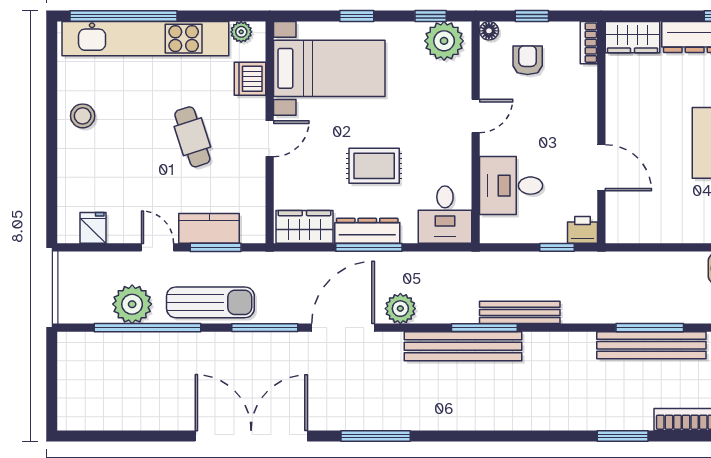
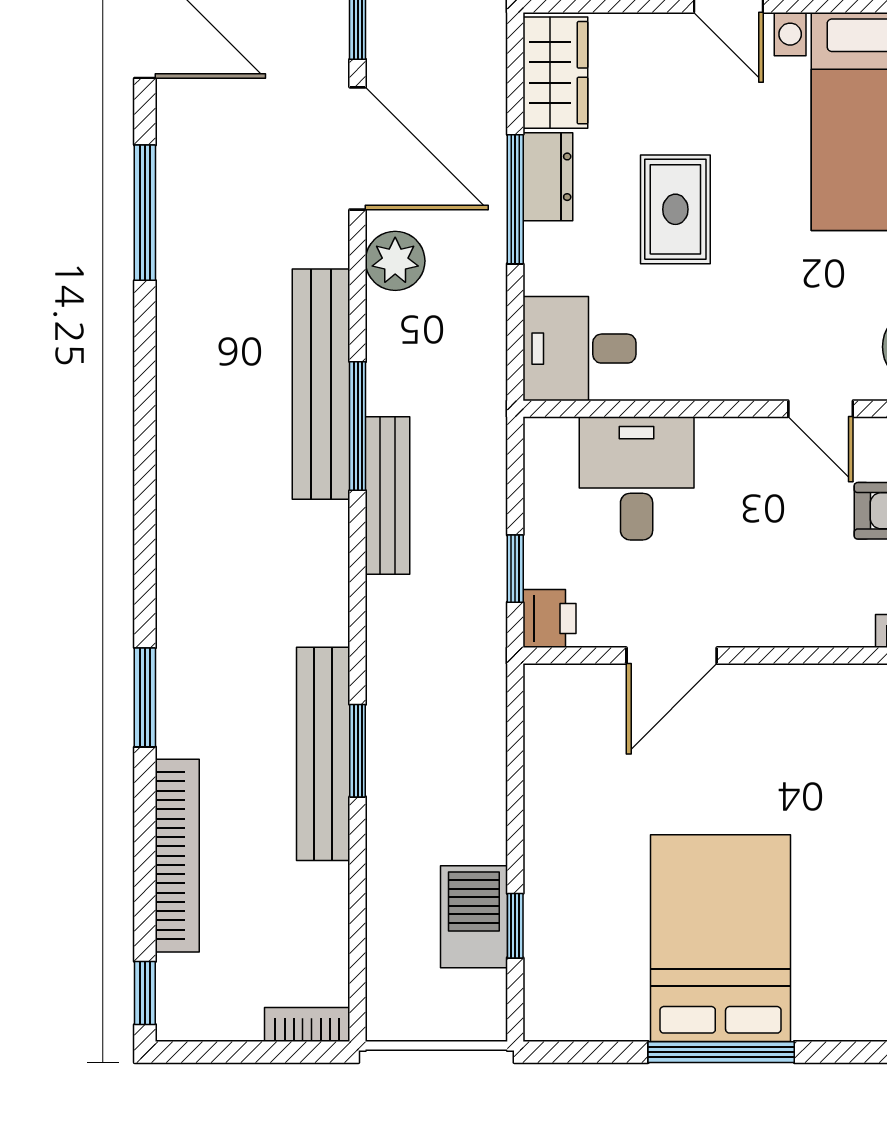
door: (476, 116) -> (821, 409), moved
dresser: (367, 231) -> (548, 177), width x0.70
window: (650, 328) -> (358, 751), width x0.69

